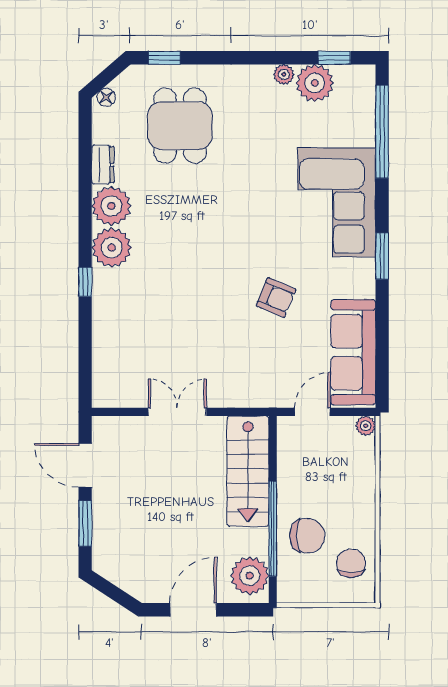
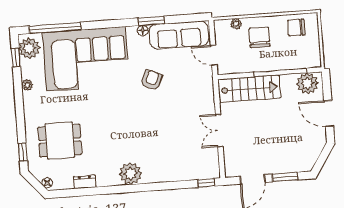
plant: (315, 83) -> (29, 48), moved
corner sofa: (337, 202) -> (86, 59), width x1.36, depth x1.36
plant: (111, 206) -> (107, 175), removed
window: (382, 256) -> (151, 21), moved
window: (85, 282) -> (206, 183), moved
floor lamp: (366, 288) -> (143, 30), added
plant: (366, 426) -> (236, 24), moved
chair: (307, 536) -> (260, 37), moved

